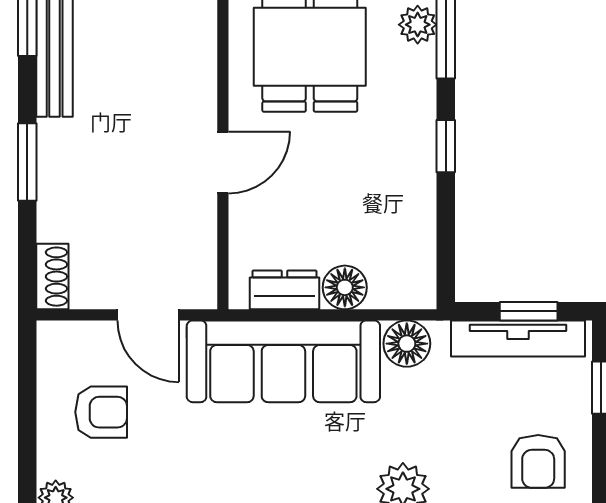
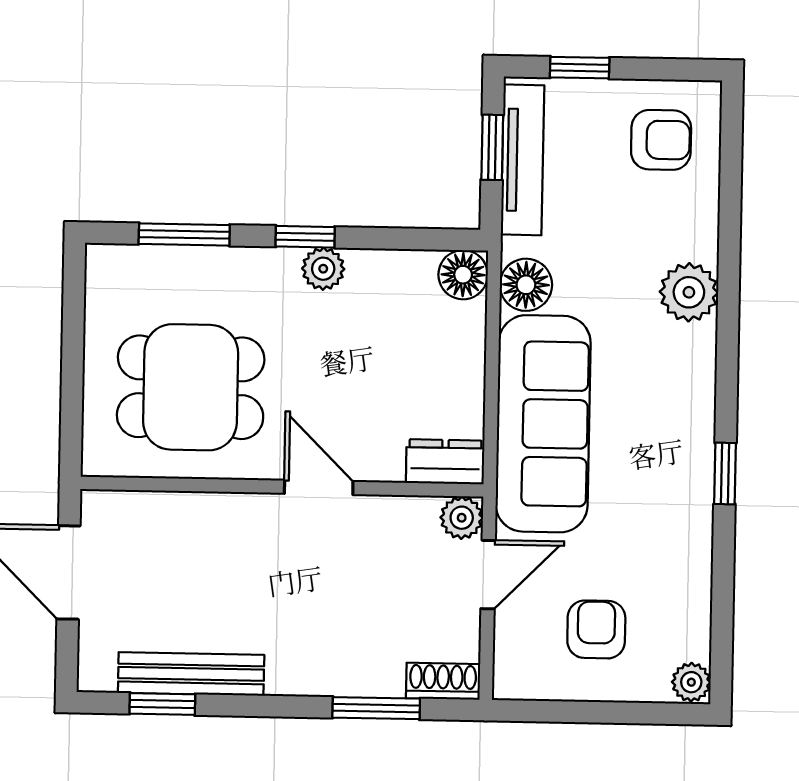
plant: (418, 25) -> (323, 269), moved
window: (27, 162) -> (376, 708), moved
floor lamp: (345, 287) -> (463, 275), moved
plant: (198, 290) -> (462, 518), added
dresser: (285, 290) -> (445, 462), moved, turned 90

